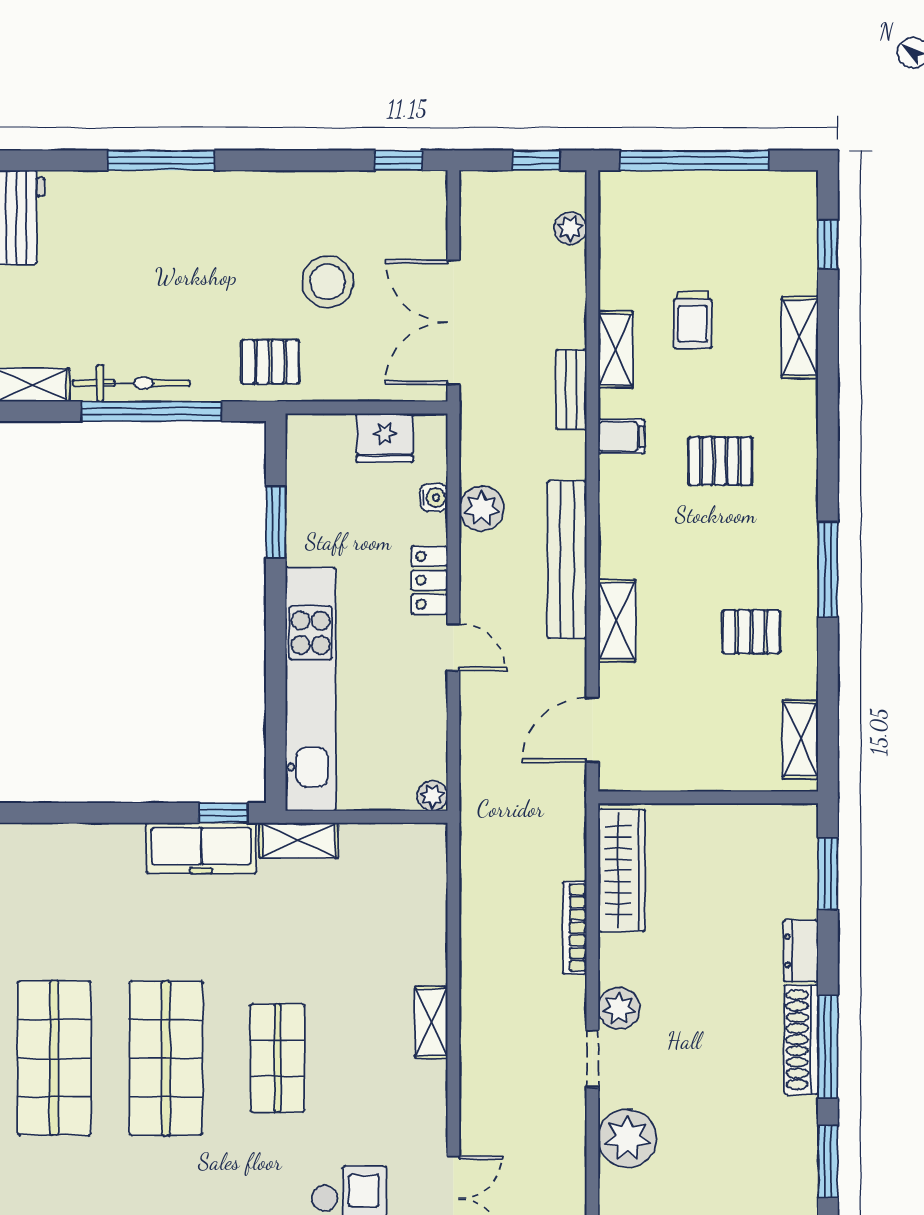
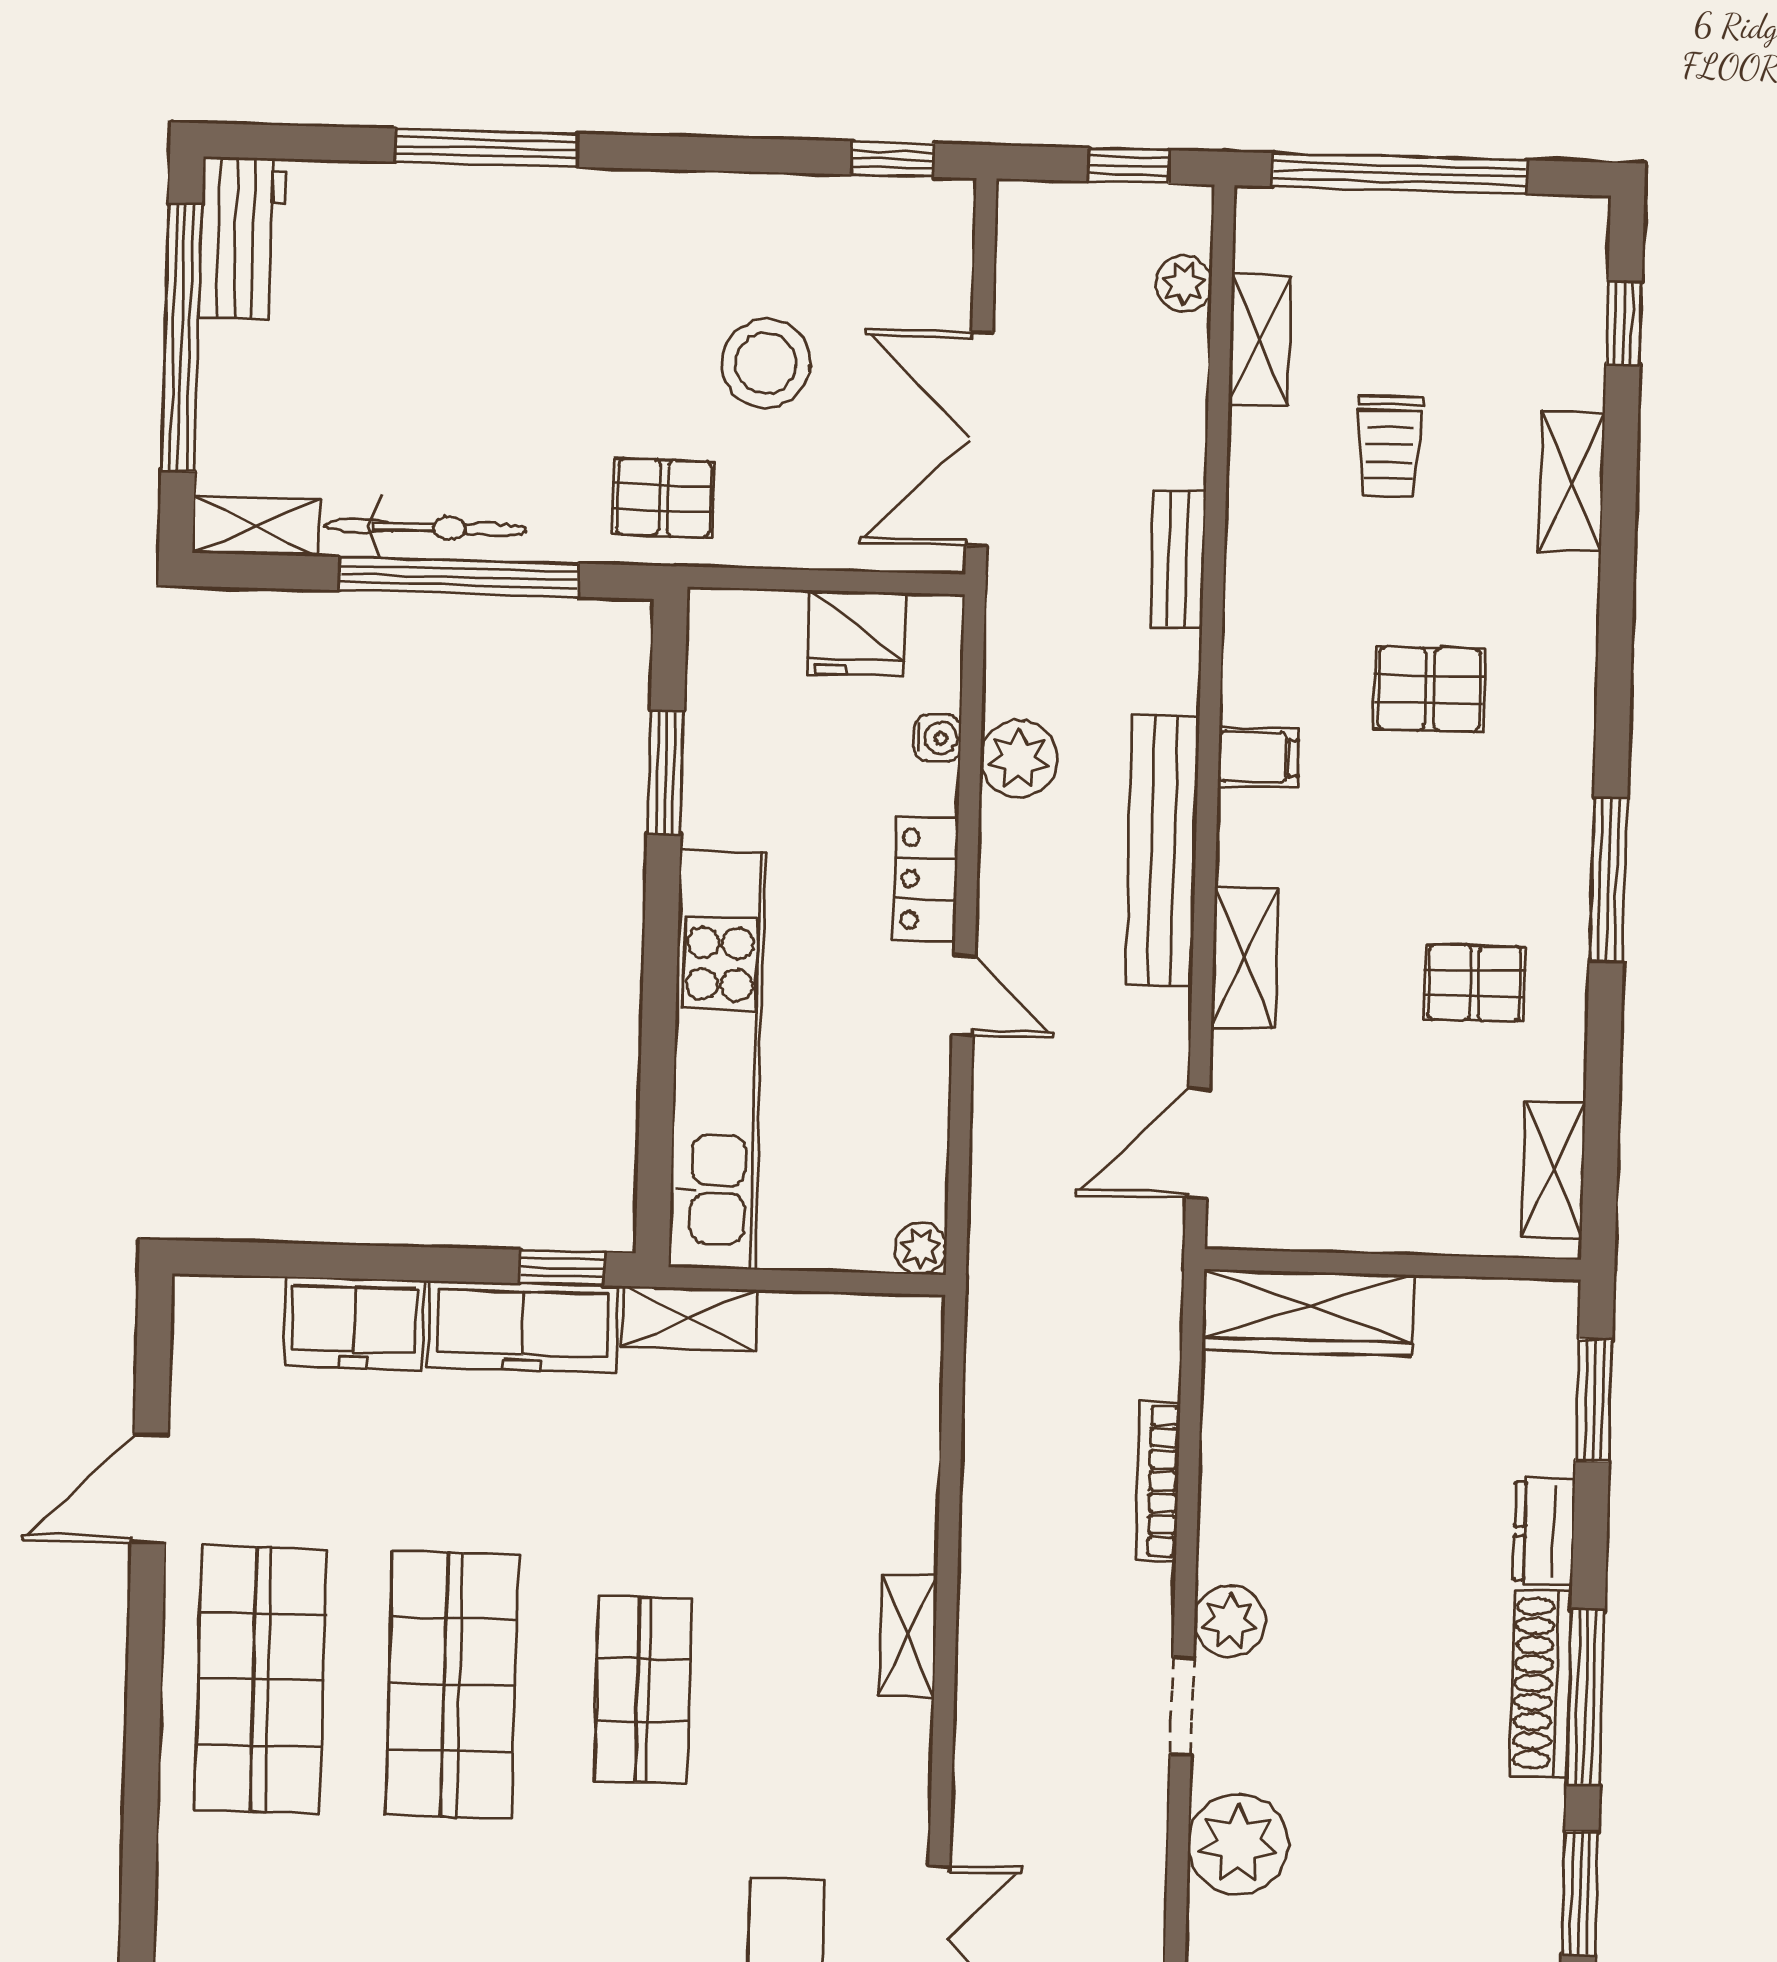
shelving: (615, 350) -> (1260, 340), moved
filing cabinet: (621, 437) -> (1258, 757), moved
freezer: (103, 849) -> (354, 1323), added
wardrobe: (622, 870) -> (1309, 1313), moved, turned 90

